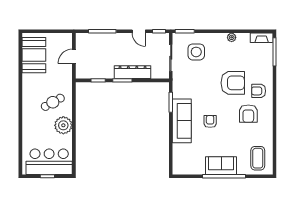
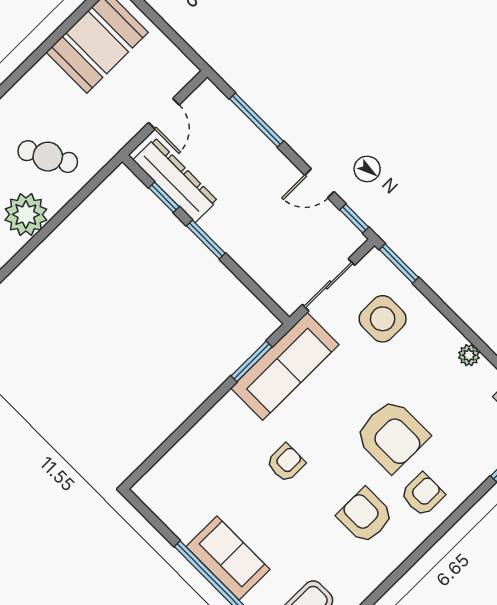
door: (139, 31) -> (319, 183), hinge flipped
door: (74, 56) -> (164, 114), swing flipped
dresser: (133, 72) -> (175, 180), moved
armchair: (259, 91) -> (423, 494), turned 90
armchair: (248, 114) -> (365, 516), turned 90
sofa: (182, 121) -> (285, 366), moved

